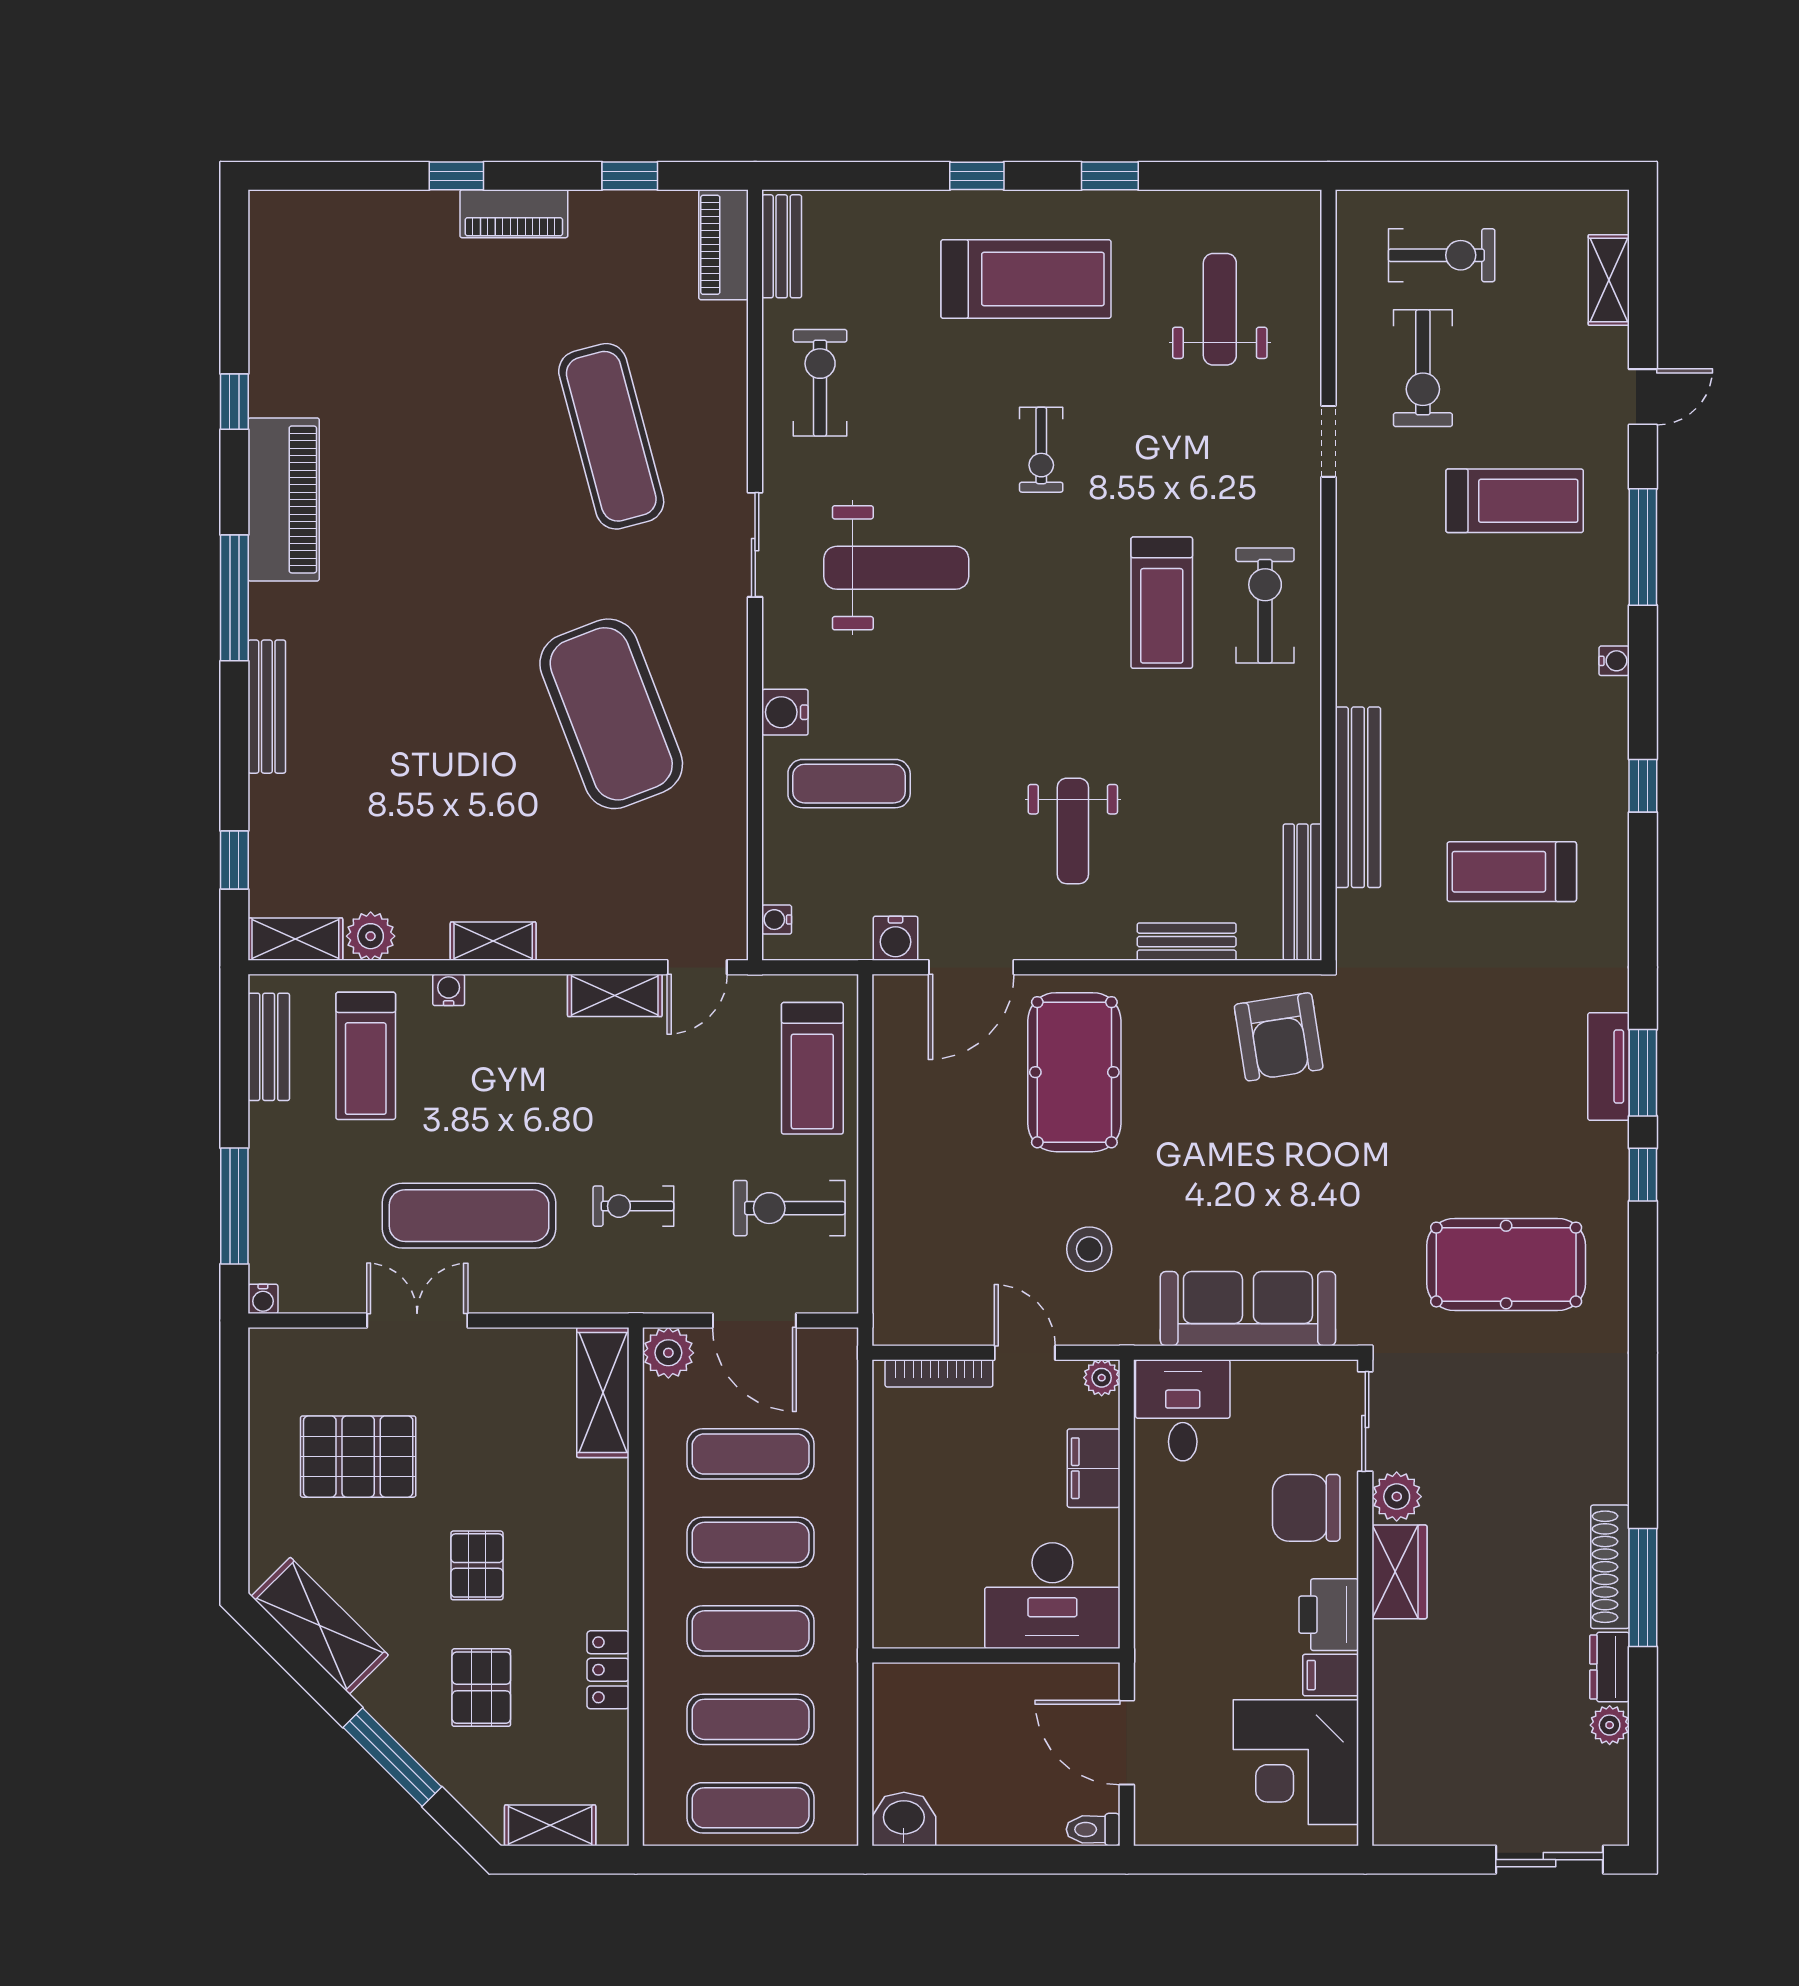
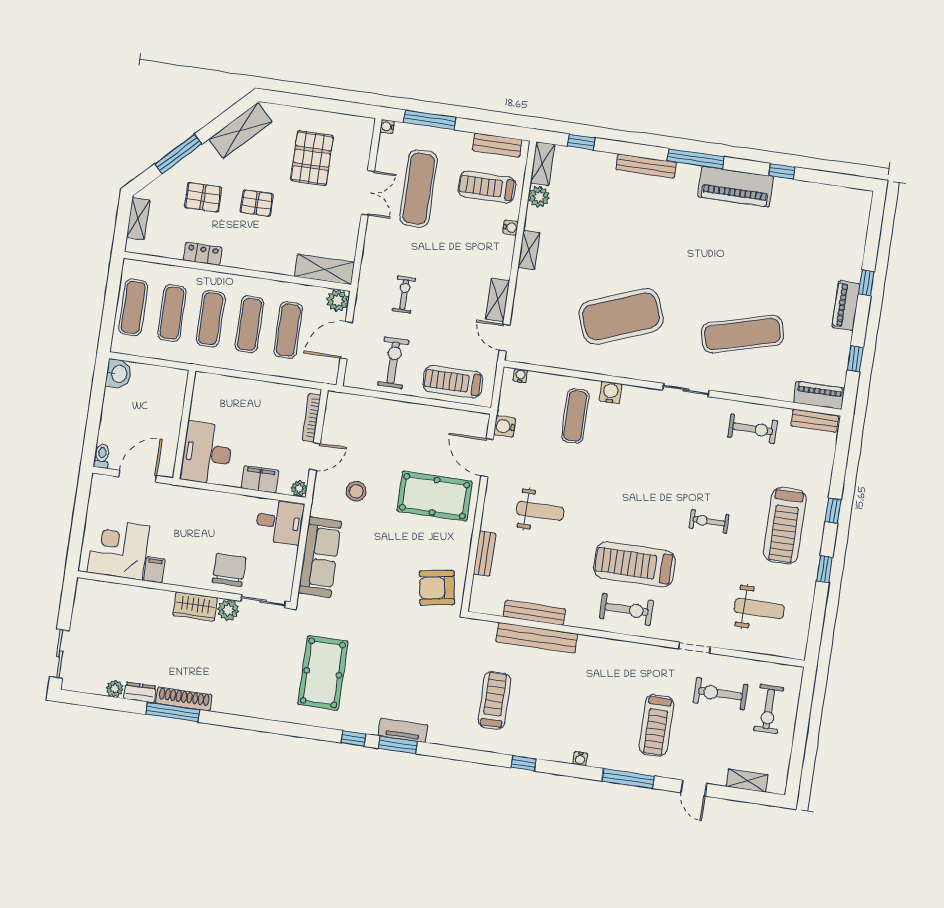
weight bench: (896, 568) -> (667, 450), removed
treadmill: (1162, 603) -> (634, 564), width x1.37, depth x1.38
weight bench: (1073, 831) -> (540, 511), turned 180
bench: (1303, 892) -> (534, 613), moved
exercise mat: (469, 1216) -> (419, 189), moved
printer: (1329, 1615) -> (181, 573), removed

